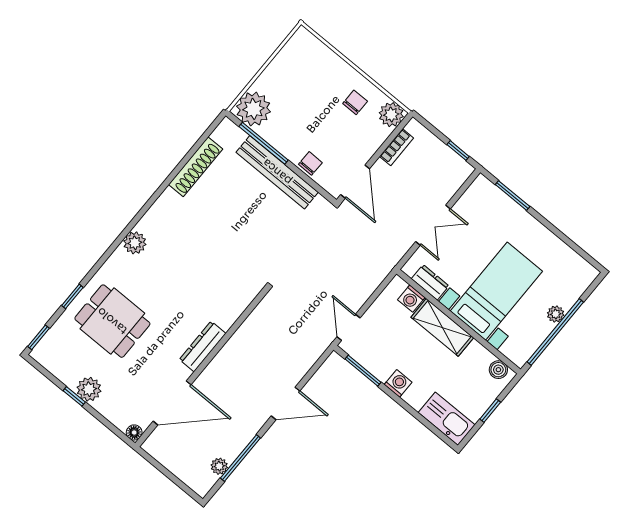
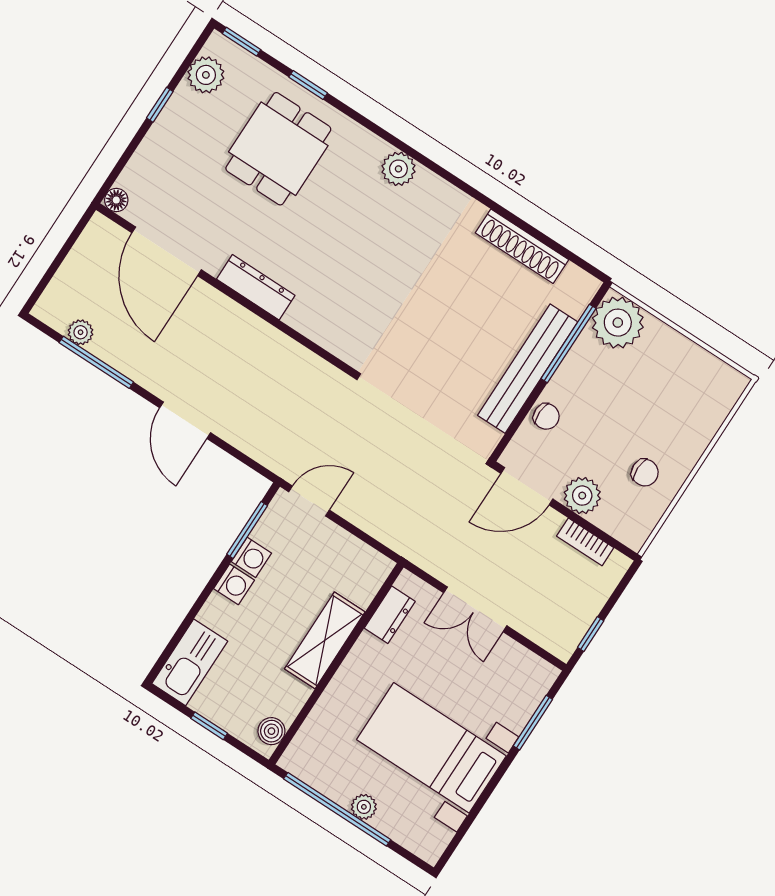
plant: (391, 115) -> (582, 496), moved
bed with nightstands: (496, 291) -> (431, 748), moved, turned 180
washing machine: (411, 299) -> (251, 557), moved, turned 180
plant: (89, 389) -> (206, 75), moved

